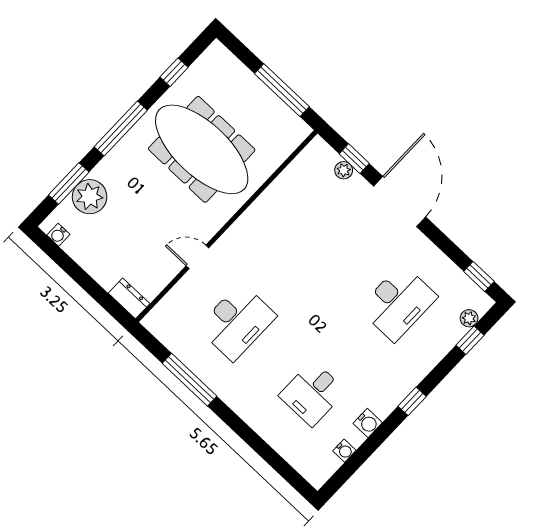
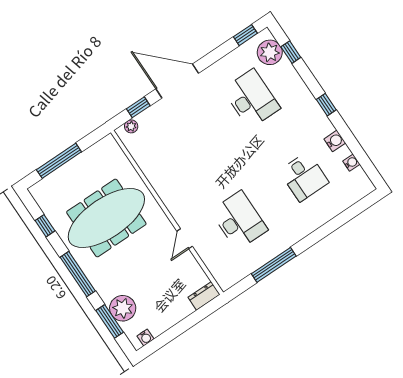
window: (282, 90) -> (59, 161), moved
plant: (344, 170) -> (131, 126), moved
plant: (469, 318) -> (270, 52), width x1.87, depth x1.87

